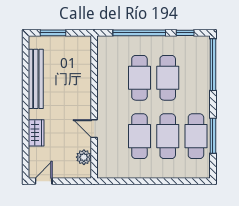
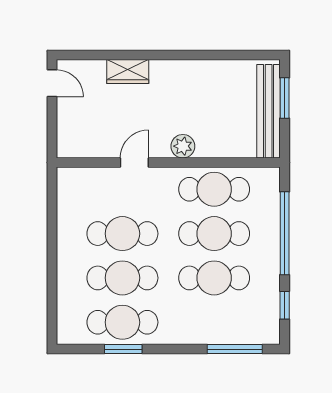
window: (213, 65) -> (235, 349), width x0.68
cafe table: (111, 78) -> (214, 189), added
bench: (36, 79) -> (269, 111), moved, turned 90
window: (213, 136) -> (123, 349), width x0.69
plant: (84, 157) -> (183, 146), moved

